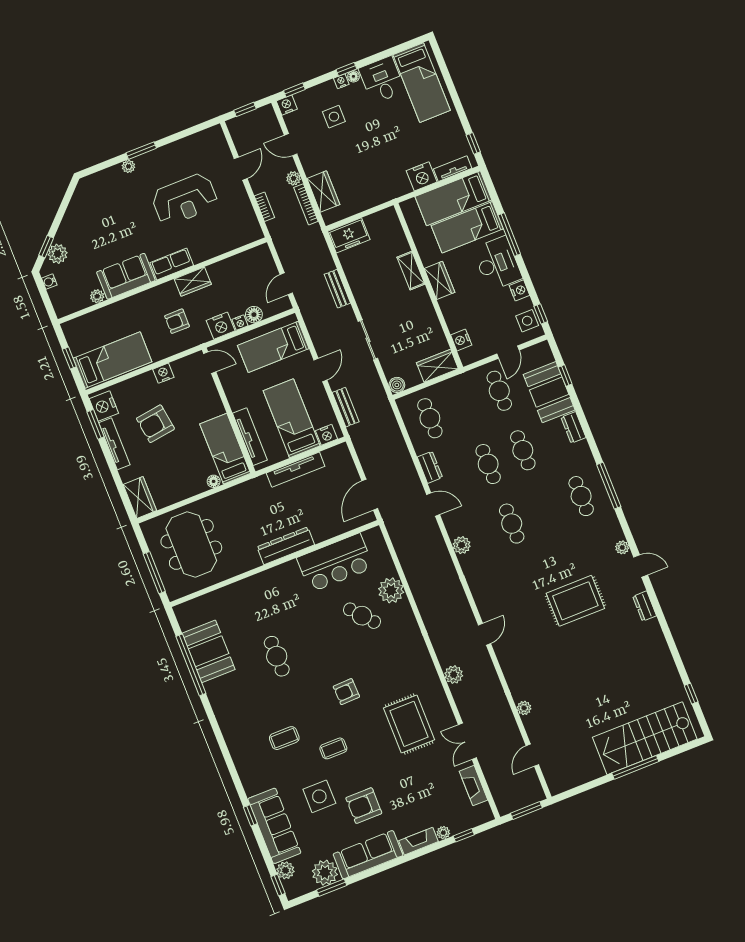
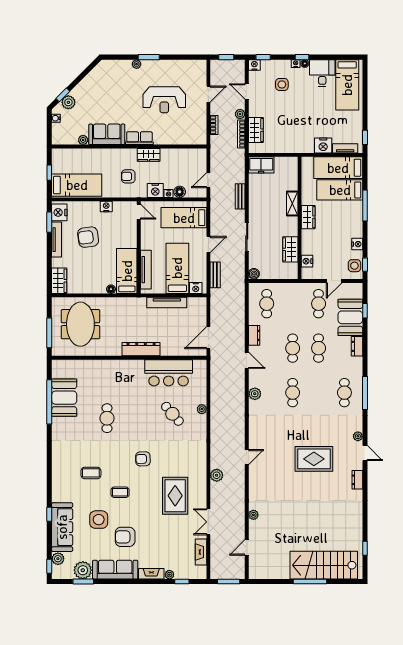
desk: (497, 263) -> (350, 221), removed
wardrobe: (437, 366) -> (290, 249), moved, turned -90
plant: (391, 590) -> (202, 409), width x0.53, depth x0.53

